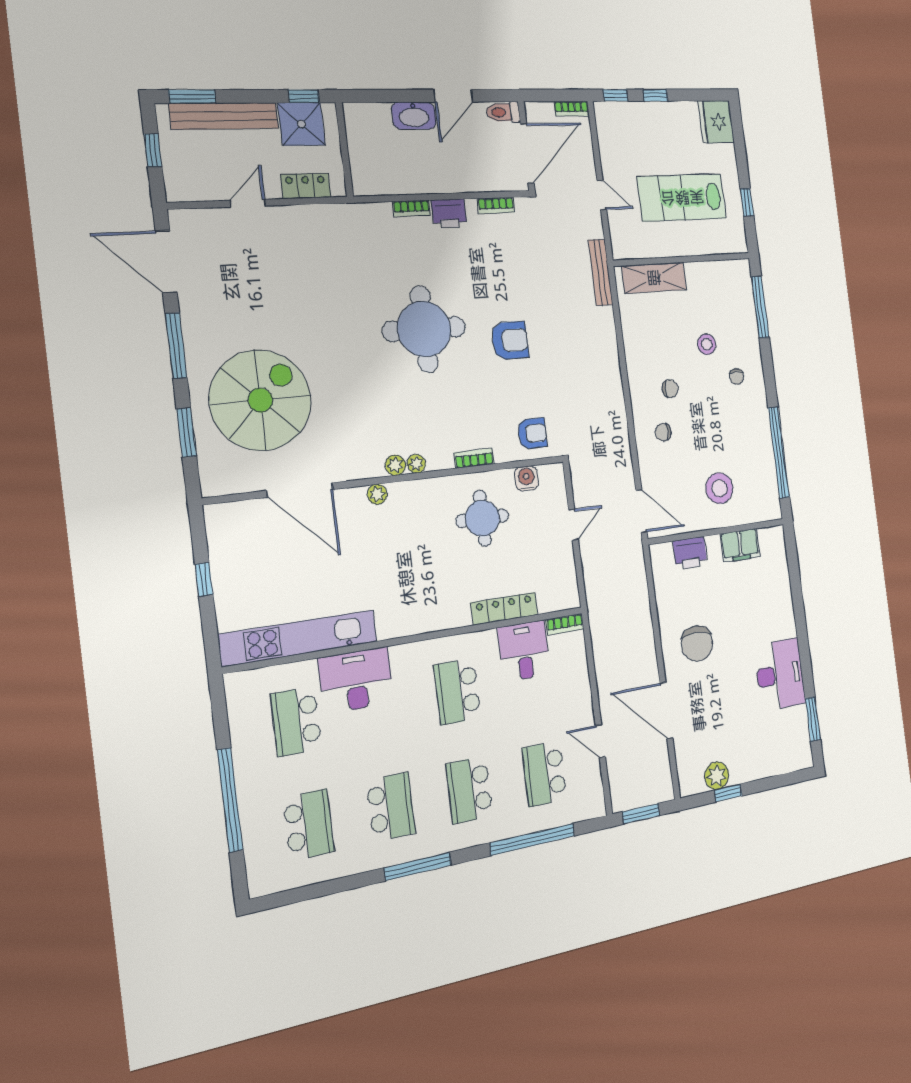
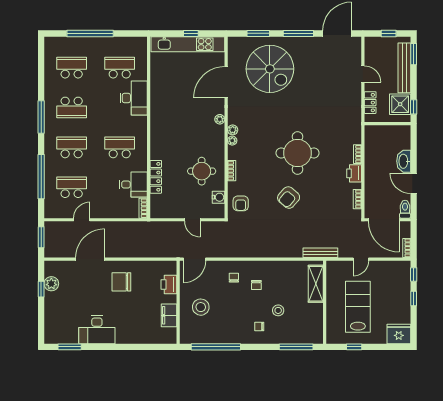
armchair: (510, 340) -> (289, 198), turned 41
kitchen unit: (299, 638) -> (188, 44), moved, turned 90
school desk: (309, 825) -> (72, 68), turned 180

